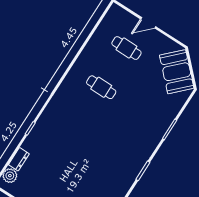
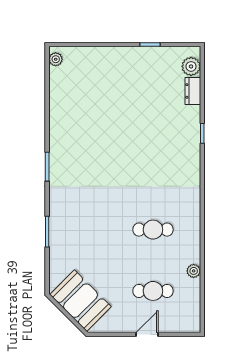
plant: (92, 44) -> (194, 271), added

